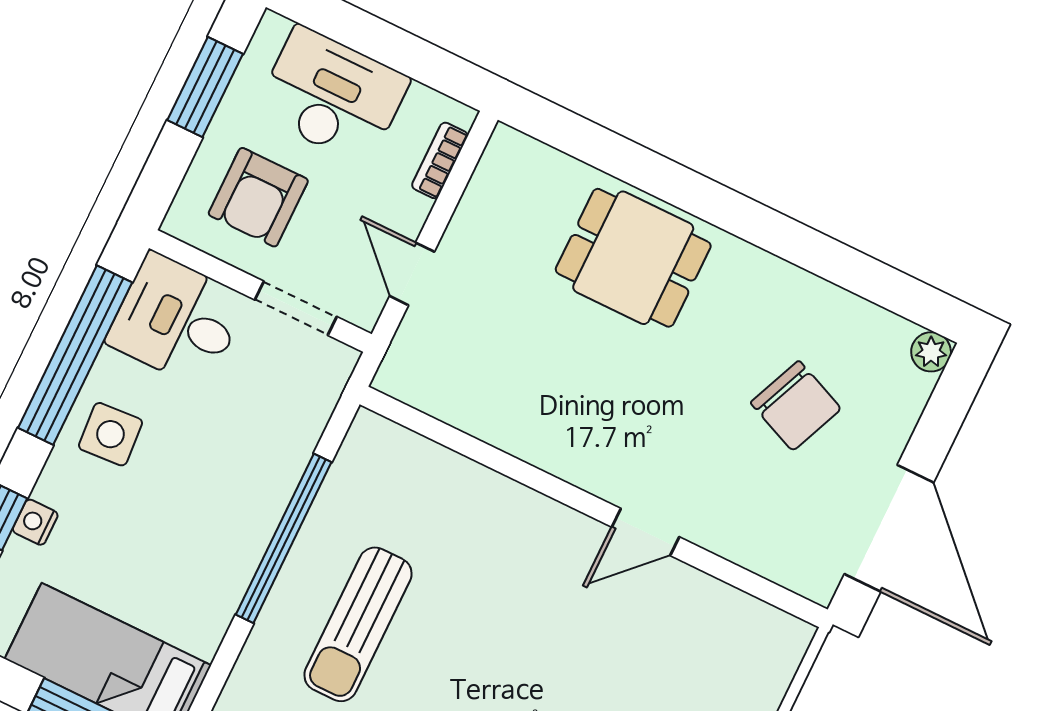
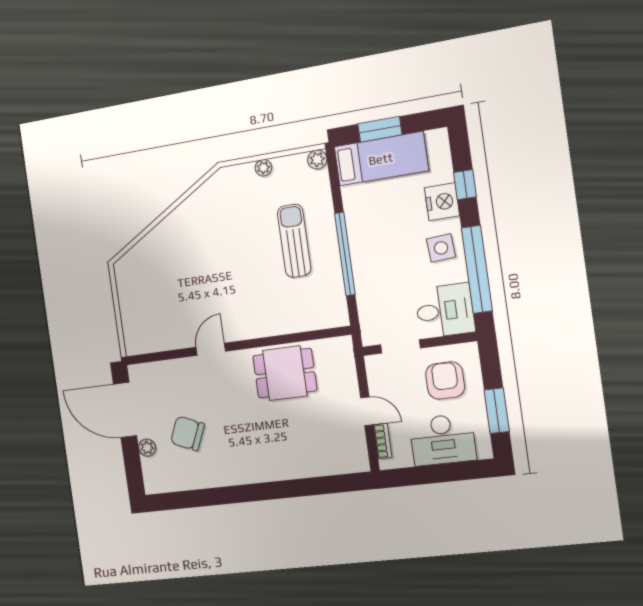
dining table: (633, 258) -> (285, 373), moved
door: (412, 274) -> (367, 411), moved
plant: (931, 352) -> (147, 448), moved
nightstand: (35, 522) -> (442, 202), width x1.89, depth x1.79

